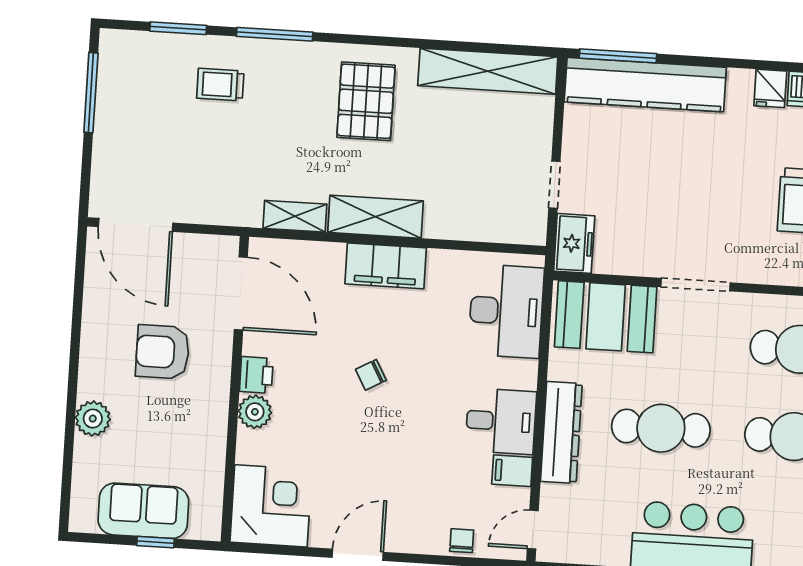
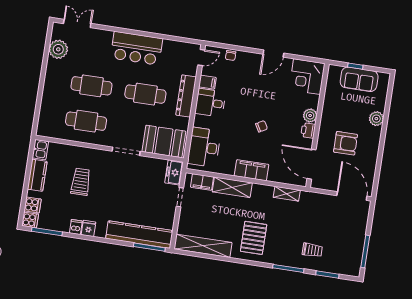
shelving: (376, 217) -> (232, 187), moved
filing cabinet: (504, 226) -> (202, 182), added

